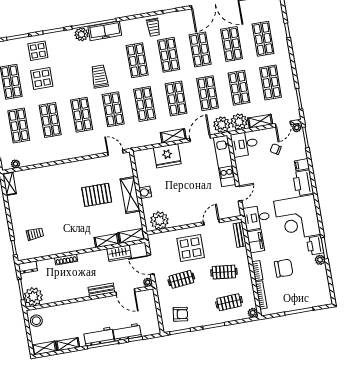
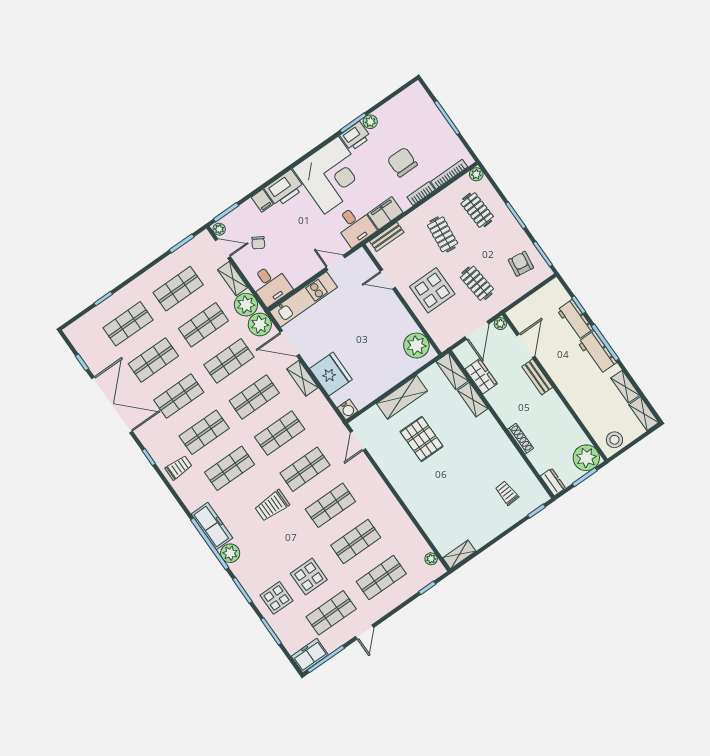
water cooler: (145, 192) -> (348, 409), moved

